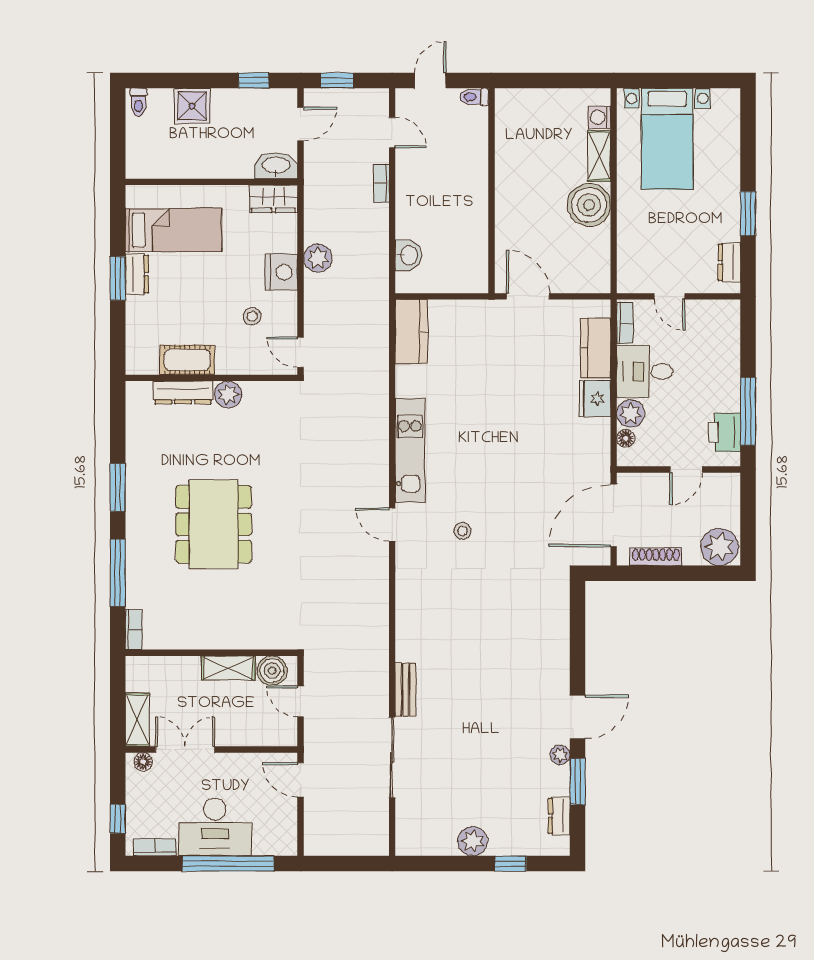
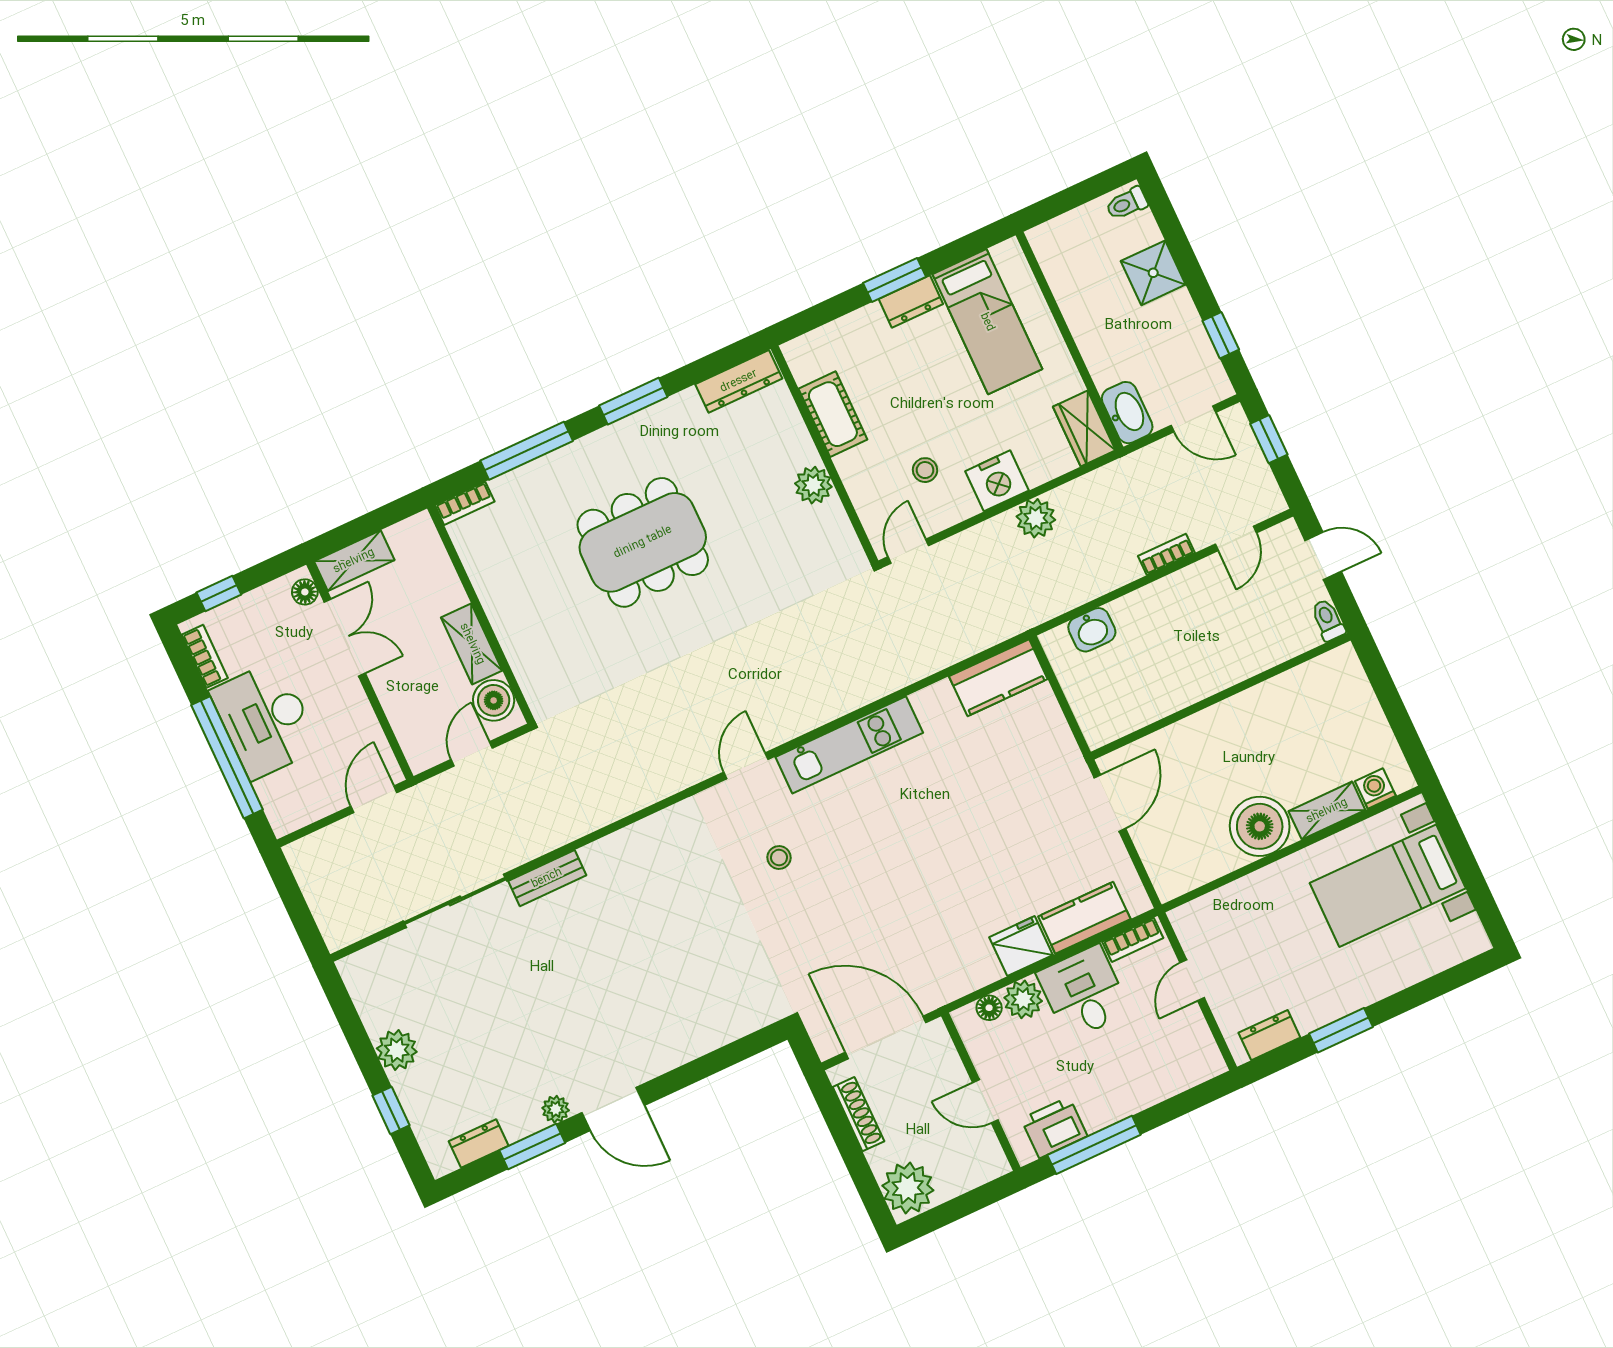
dresser: (183, 392) -> (739, 381), moved, turned -90

